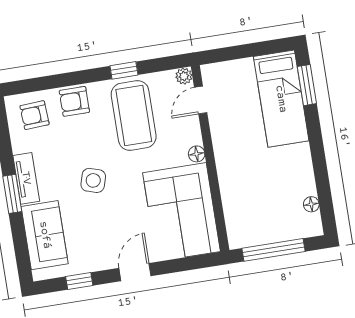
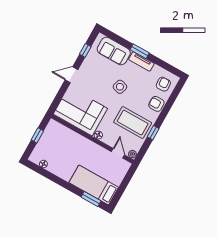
armchair: (74, 101) -> (156, 104), turned -90
window: (274, 250) -> (37, 135), width x0.46
door: (135, 272) -> (72, 75), swing flipped

